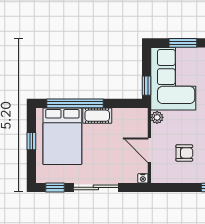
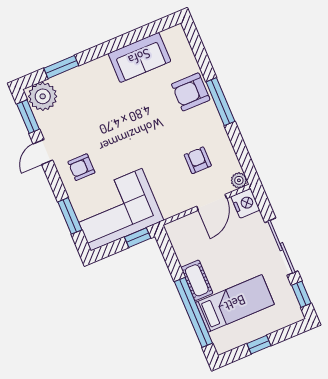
plant: (157, 117) -> (239, 180), moved
bed: (62, 136) -> (235, 303), width x0.67
nightstand: (143, 178) -> (245, 203), width x1.89, depth x1.79

